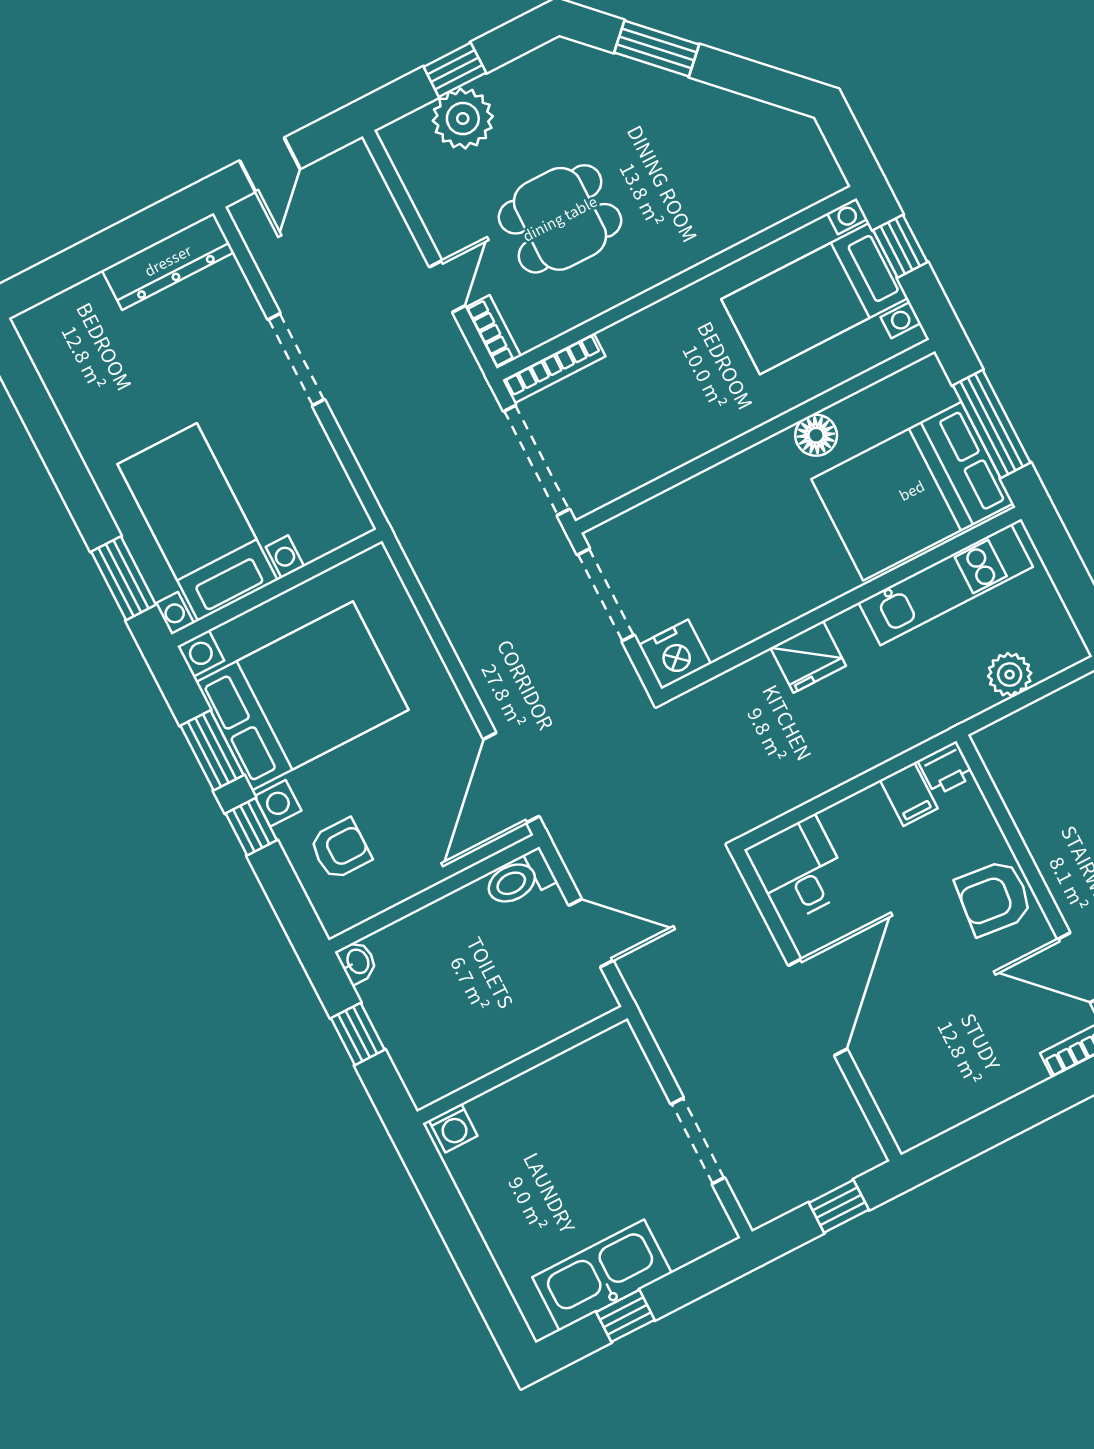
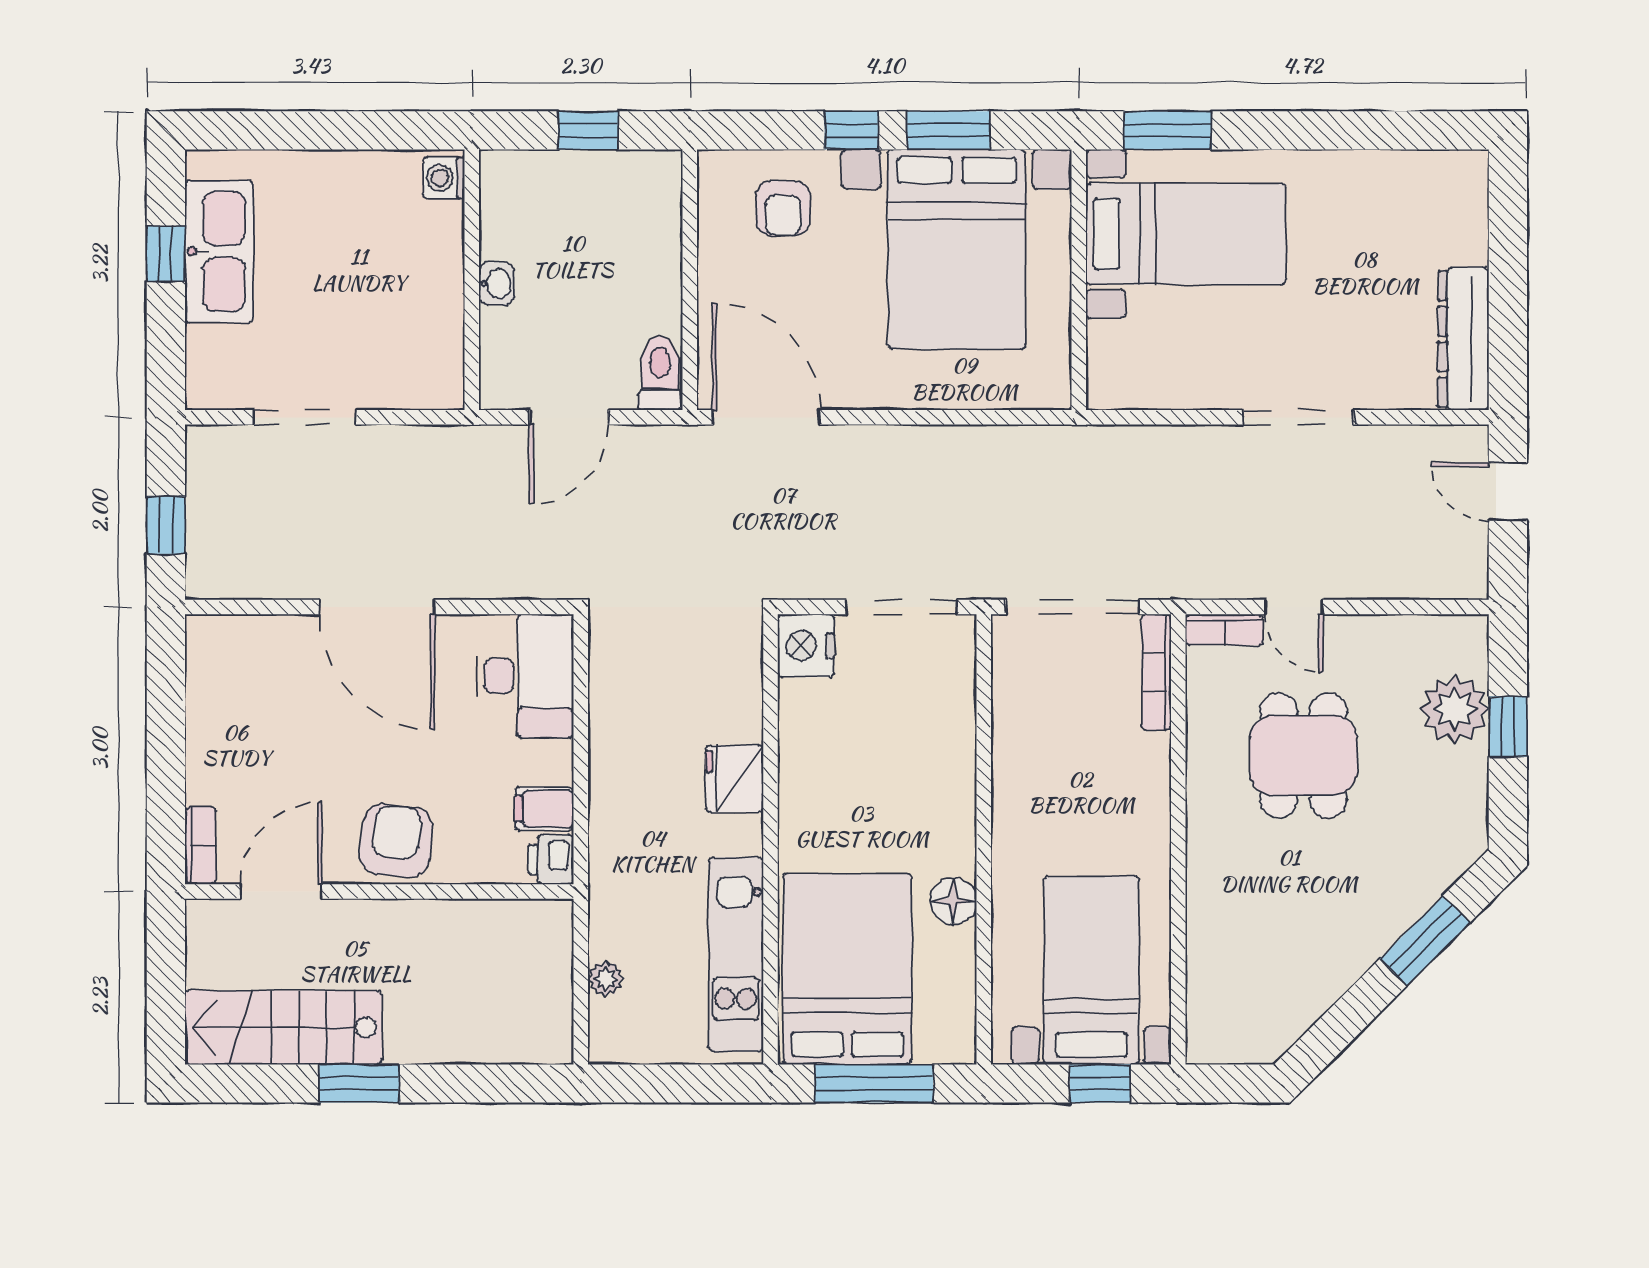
plant: (1010, 675) -> (606, 979), width x0.73, depth x0.73
desk: (799, 870) -> (525, 676), width x1.37
washbasin: (357, 962) -> (496, 283), moved, turned -90

